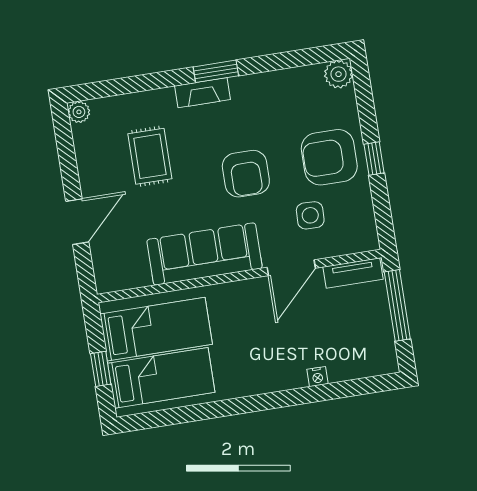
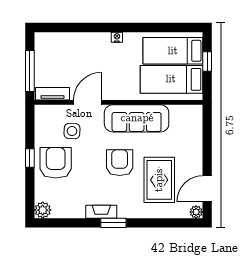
fireplace: (203, 93) -> (101, 212), moved
rug: (150, 156) -> (159, 180), width x1.36, depth x1.43
armchair: (329, 157) -> (56, 163), turned -90
armchair: (246, 174) -> (120, 163), moved
door: (77, 222) -> (207, 189), moved
nightstand: (317, 377) -> (117, 37), moved

